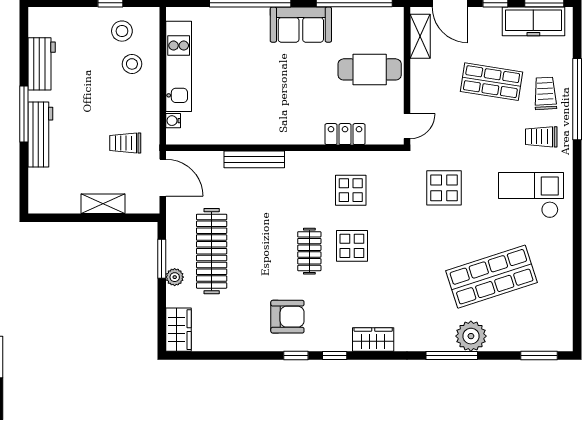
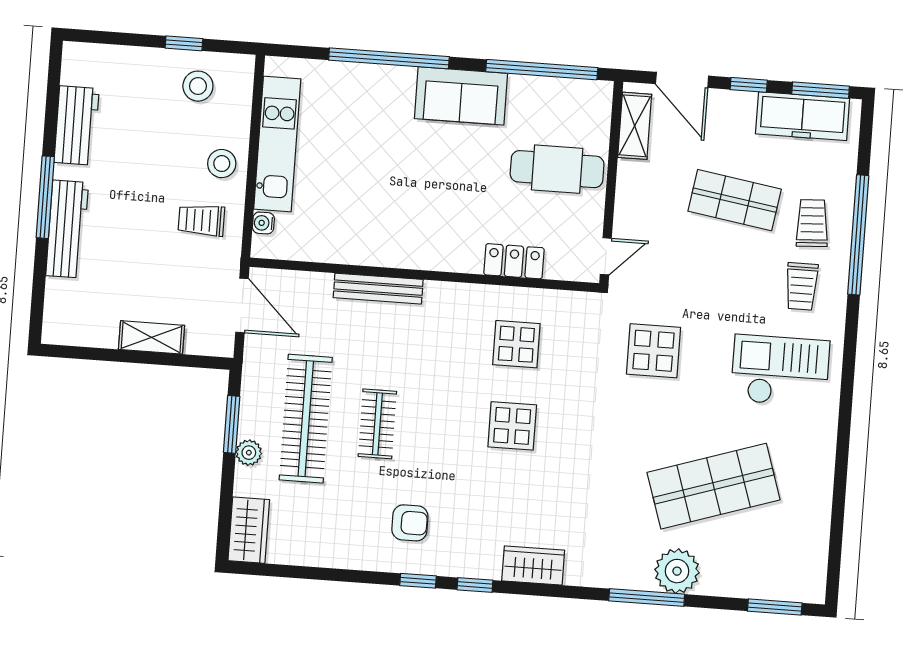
stool: (132, 64) -> (222, 164), moved
trolley: (541, 137) -> (802, 286), turned -90
trolley: (125, 143) -> (201, 220), moved
clothes rail: (309, 251) -> (377, 424), moved
armchair: (287, 317) -> (410, 523), width x0.72, depth x0.72

